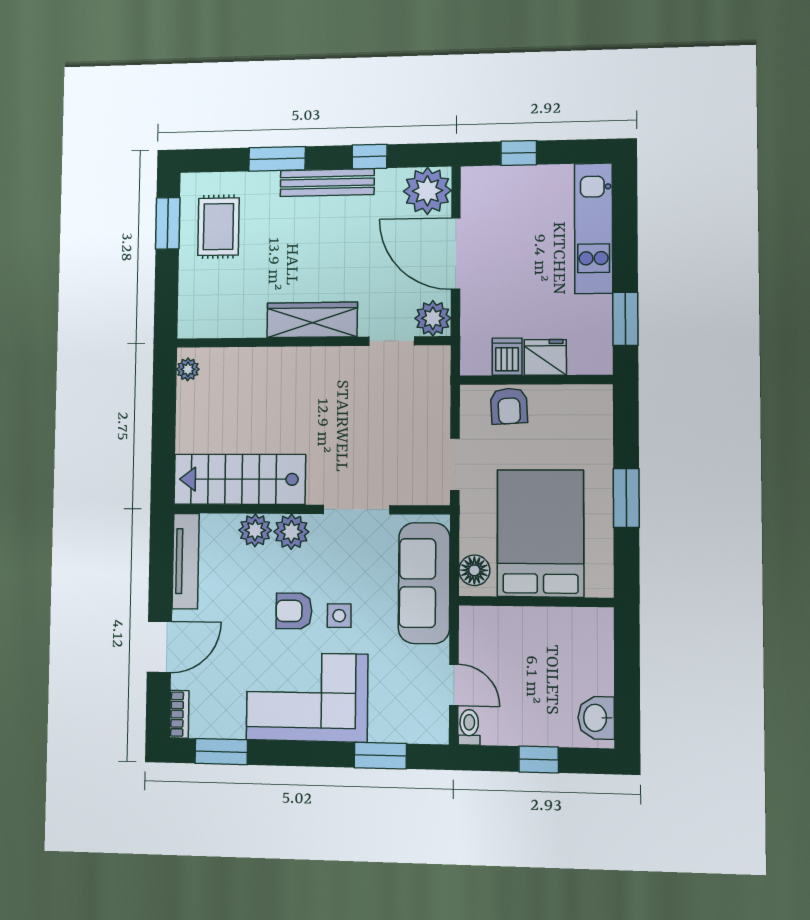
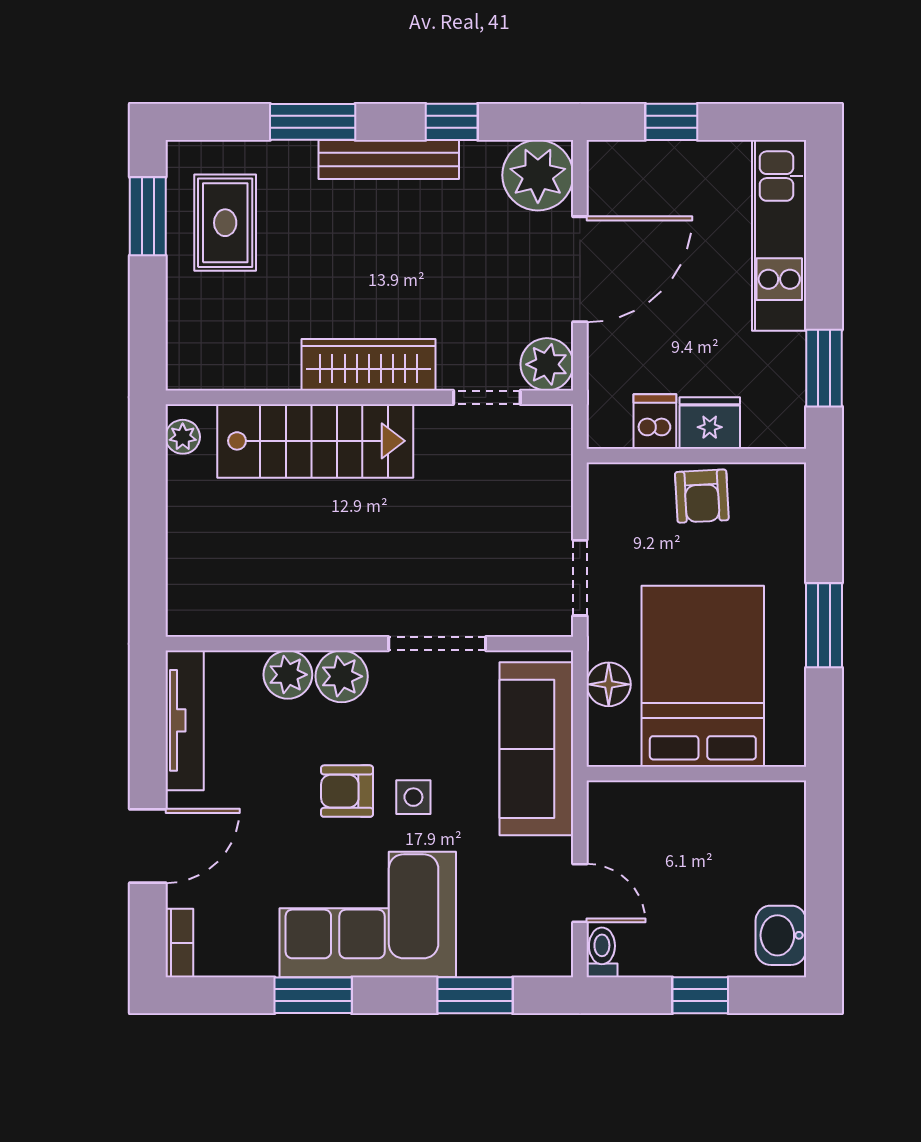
door: (456, 254) -> (580, 269), swing flipped
armchair: (509, 406) -> (702, 496), moved
stairs: (240, 479) -> (315, 441), moved, turned 180
floor lamp: (474, 570) -> (609, 684), moved
window: (221, 752) -> (313, 995), moved

